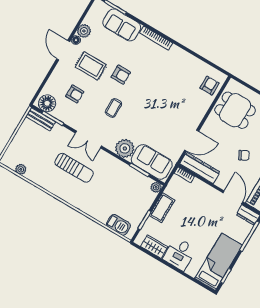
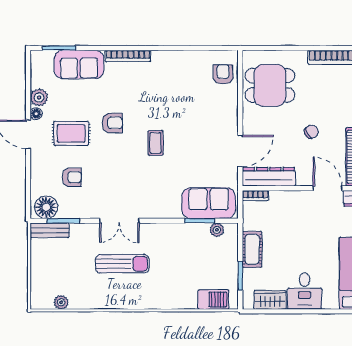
coffee table: (114, 108) -> (155, 143), moved
plant: (125, 148) -> (168, 206), removed
plant: (156, 187) -> (217, 230), moved

